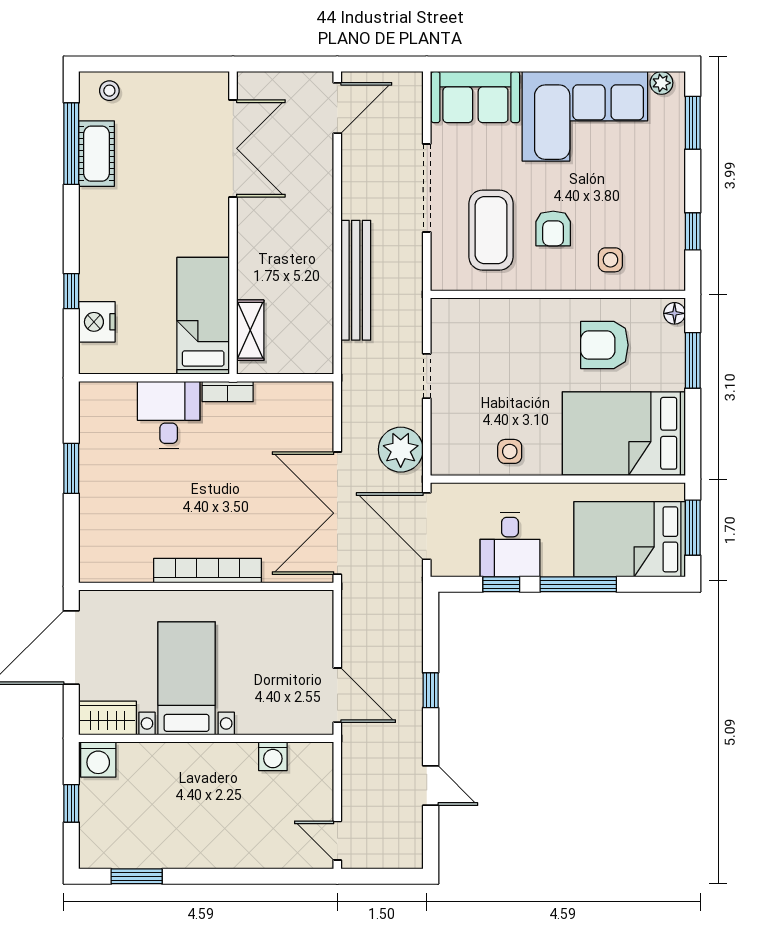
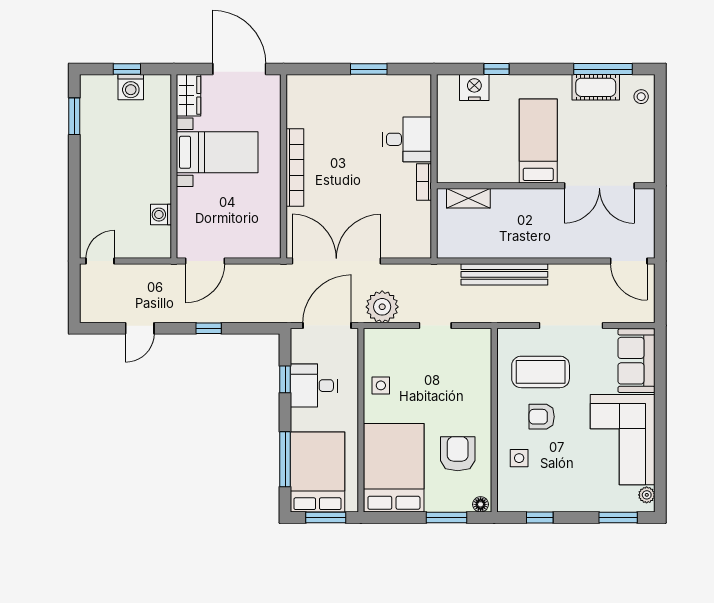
bed: (203, 316) -> (538, 141), moved, turned -90
window: (578, 584) -> (285, 459), moved
washing machine: (98, 760) -> (131, 87), moved, turned -90

